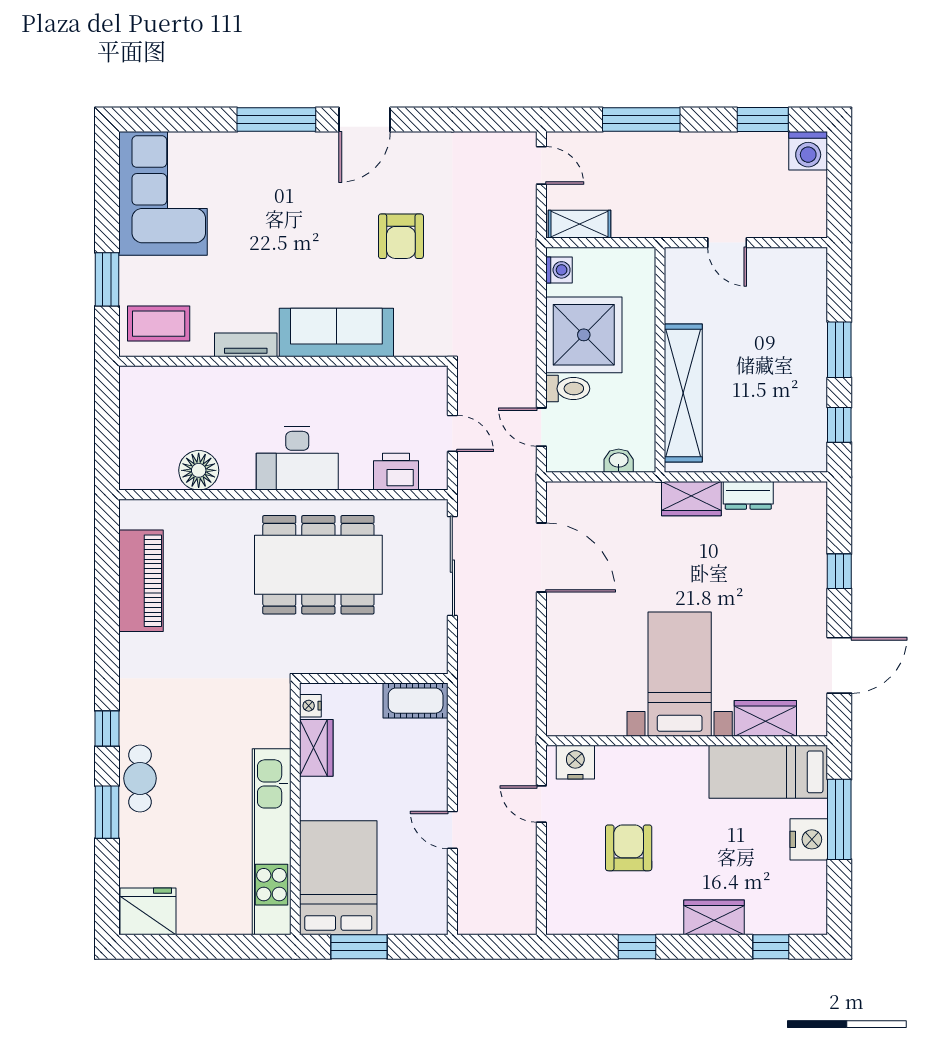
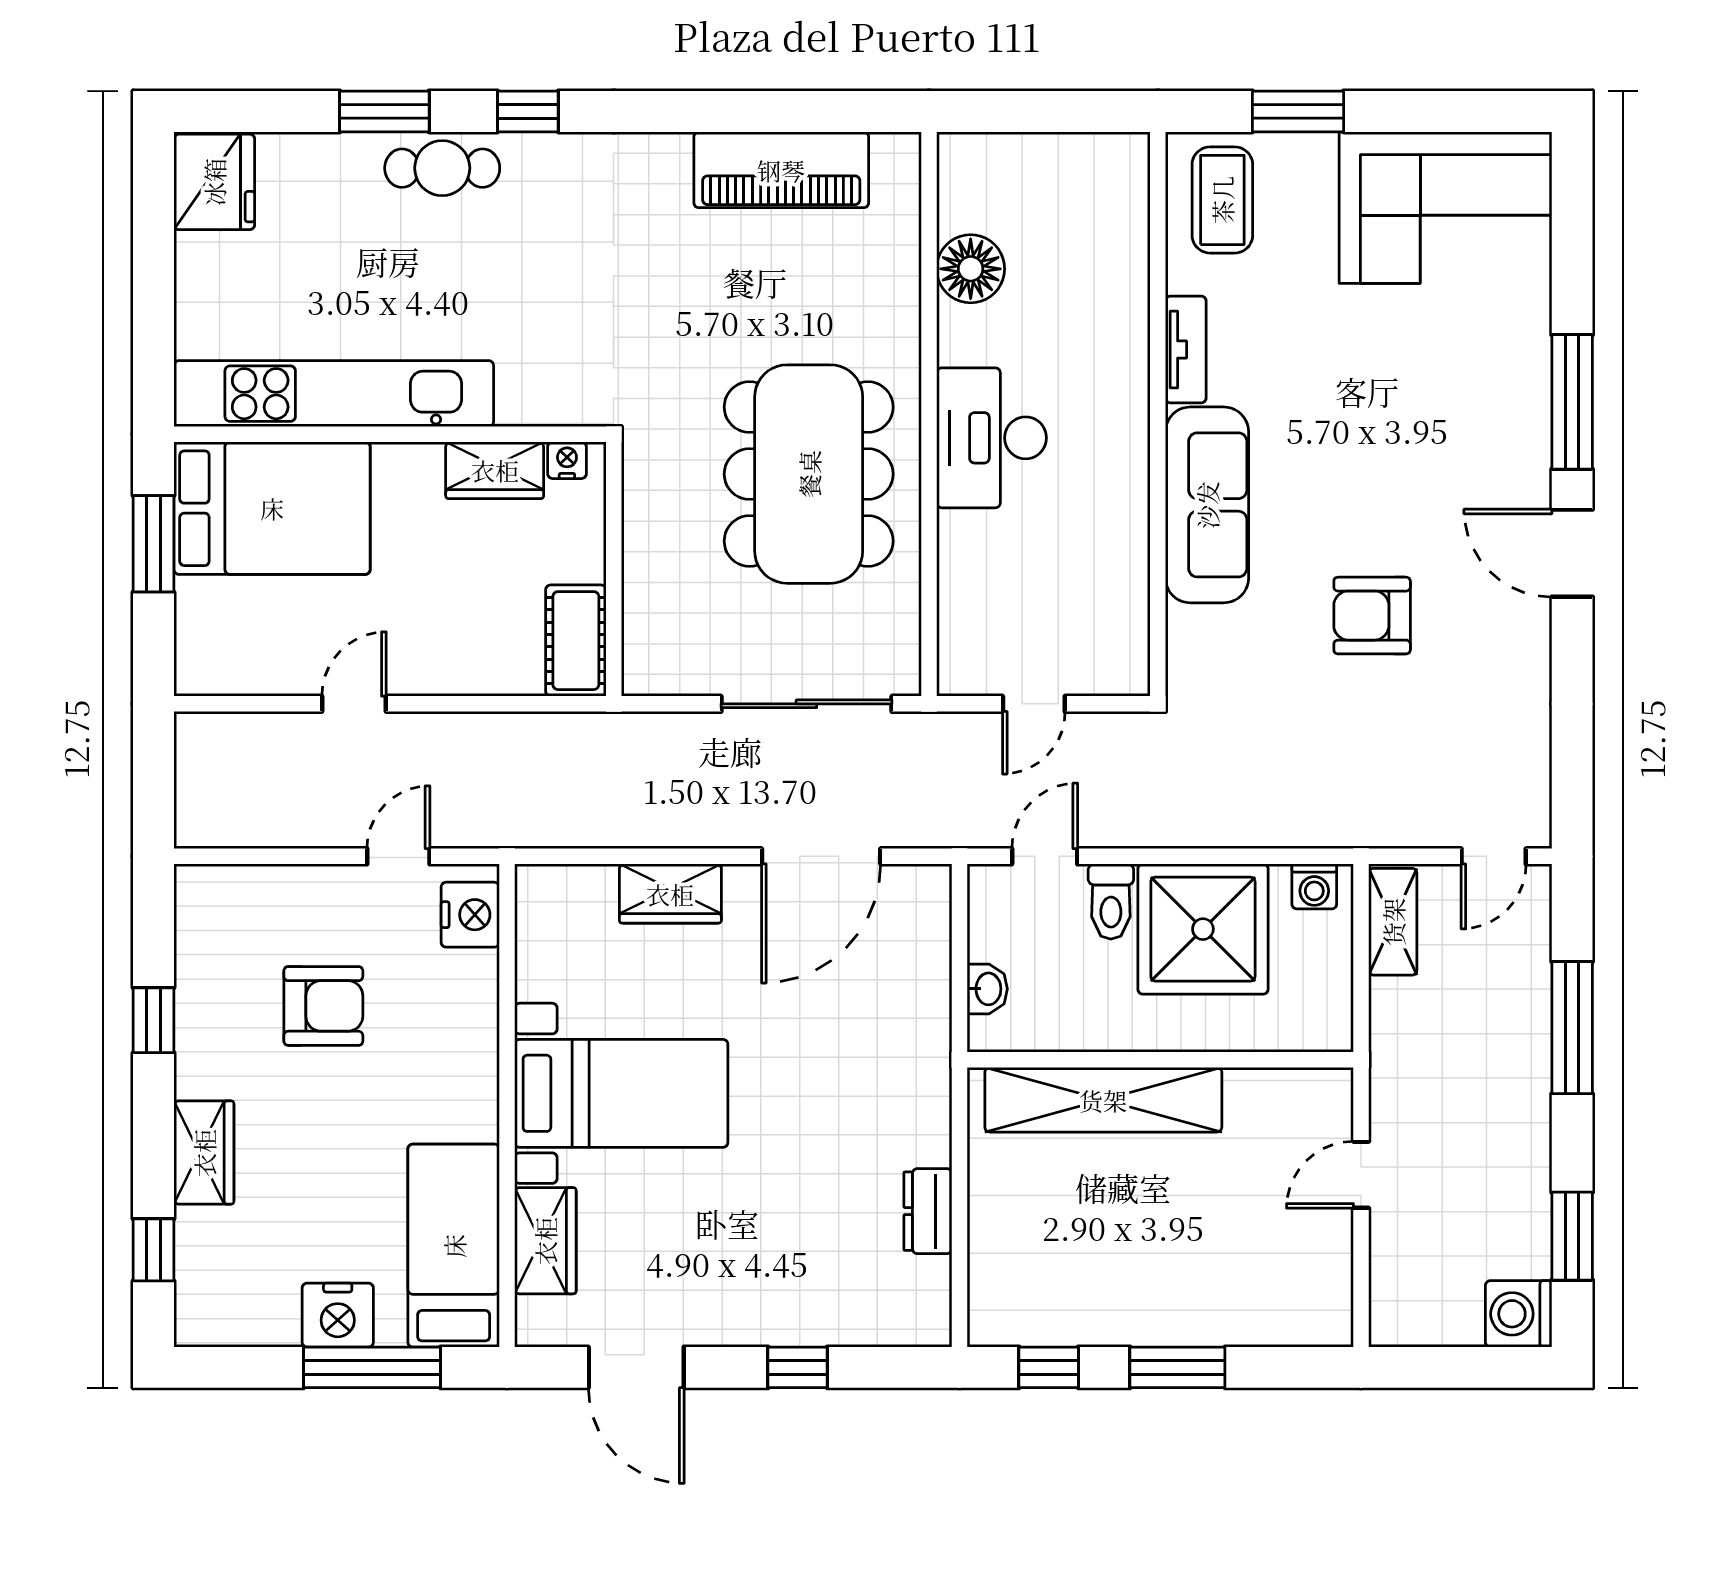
printer: (396, 472) -> (968, 607), removed
wardrobe: (691, 499) -> (670, 894), moved, turned -90

